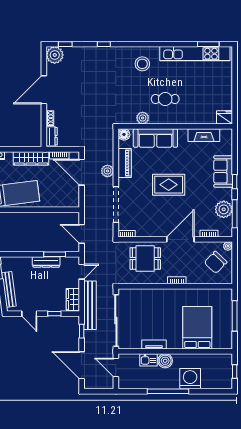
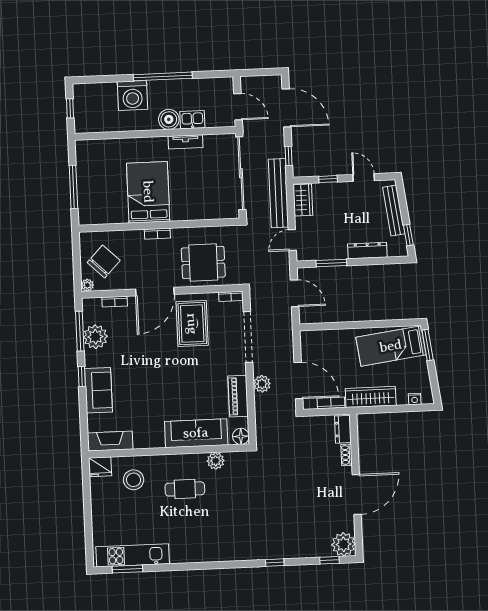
kitchen unit: (195, 54) -> (133, 555), width x0.73
stool: (142, 64) -> (134, 480), moved
fireplace: (204, 135) -> (110, 441), moved
rug: (169, 185) -> (192, 324), moved, turned 90
dresser: (46, 262) -> (367, 251), moved
bed: (197, 328) -> (148, 192), moved, turned 180

